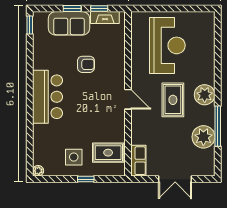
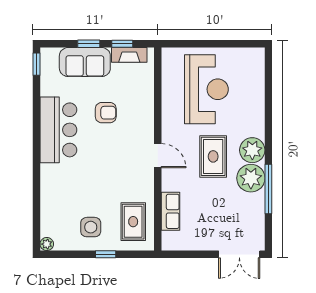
bar counter: (48, 97) -> (58, 130), moved
plant: (203, 137) -> (251, 178), moved
rug: (108, 153) -> (133, 222), turned 90
row of seats: (138, 161) -> (171, 211), moved
double door: (175, 179) -> (239, 254), moved

